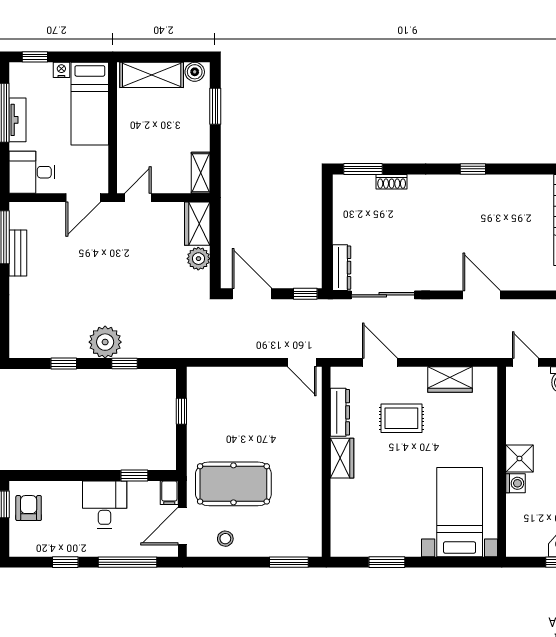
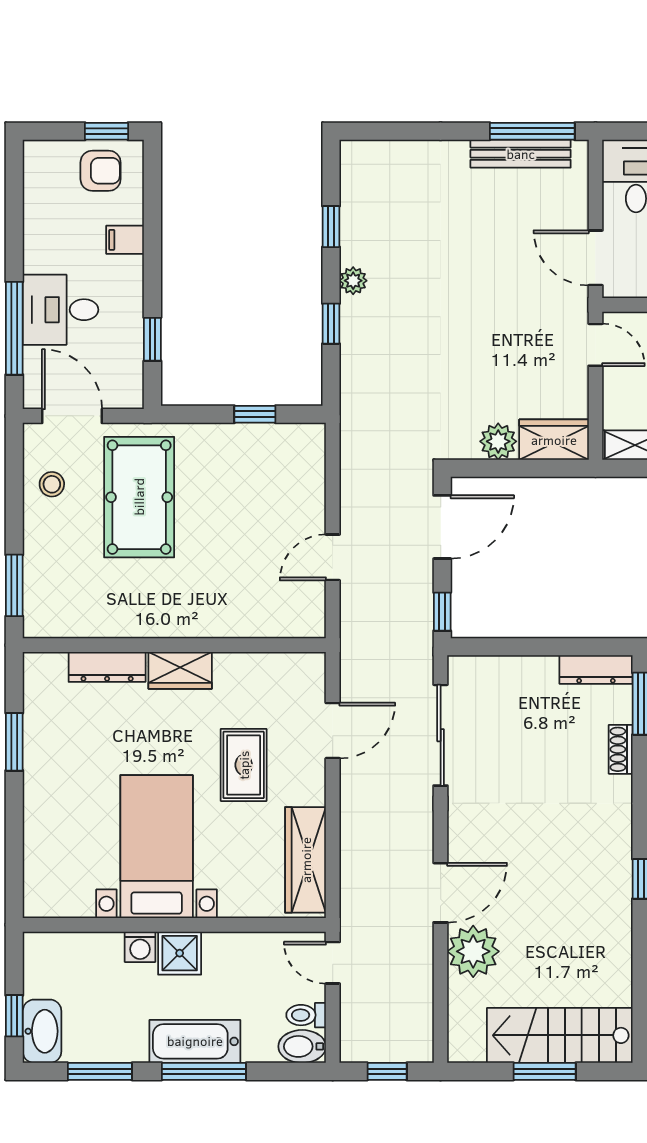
bench: (18, 253) -> (521, 154), width x1.36
dresser: (342, 268) -> (596, 670), moved
plant: (518, 274) -> (473, 951), added
plant: (105, 342) -> (353, 281), width x0.53, depth x0.53
door: (302, 362) -> (333, 557), moved
door: (525, 362) -> (333, 963), swing flipped
wardrobe: (450, 379) -> (306, 860), width x1.50
dresser: (340, 412) -> (107, 667), moved
filing cabinet: (169, 493) -> (125, 240), moved
desk: (105, 505) -> (61, 310), moved, turned 180
bed with nightstands: (460, 512) -> (157, 847), moved, turned -90
window: (65, 562) -> (14, 229), removed

